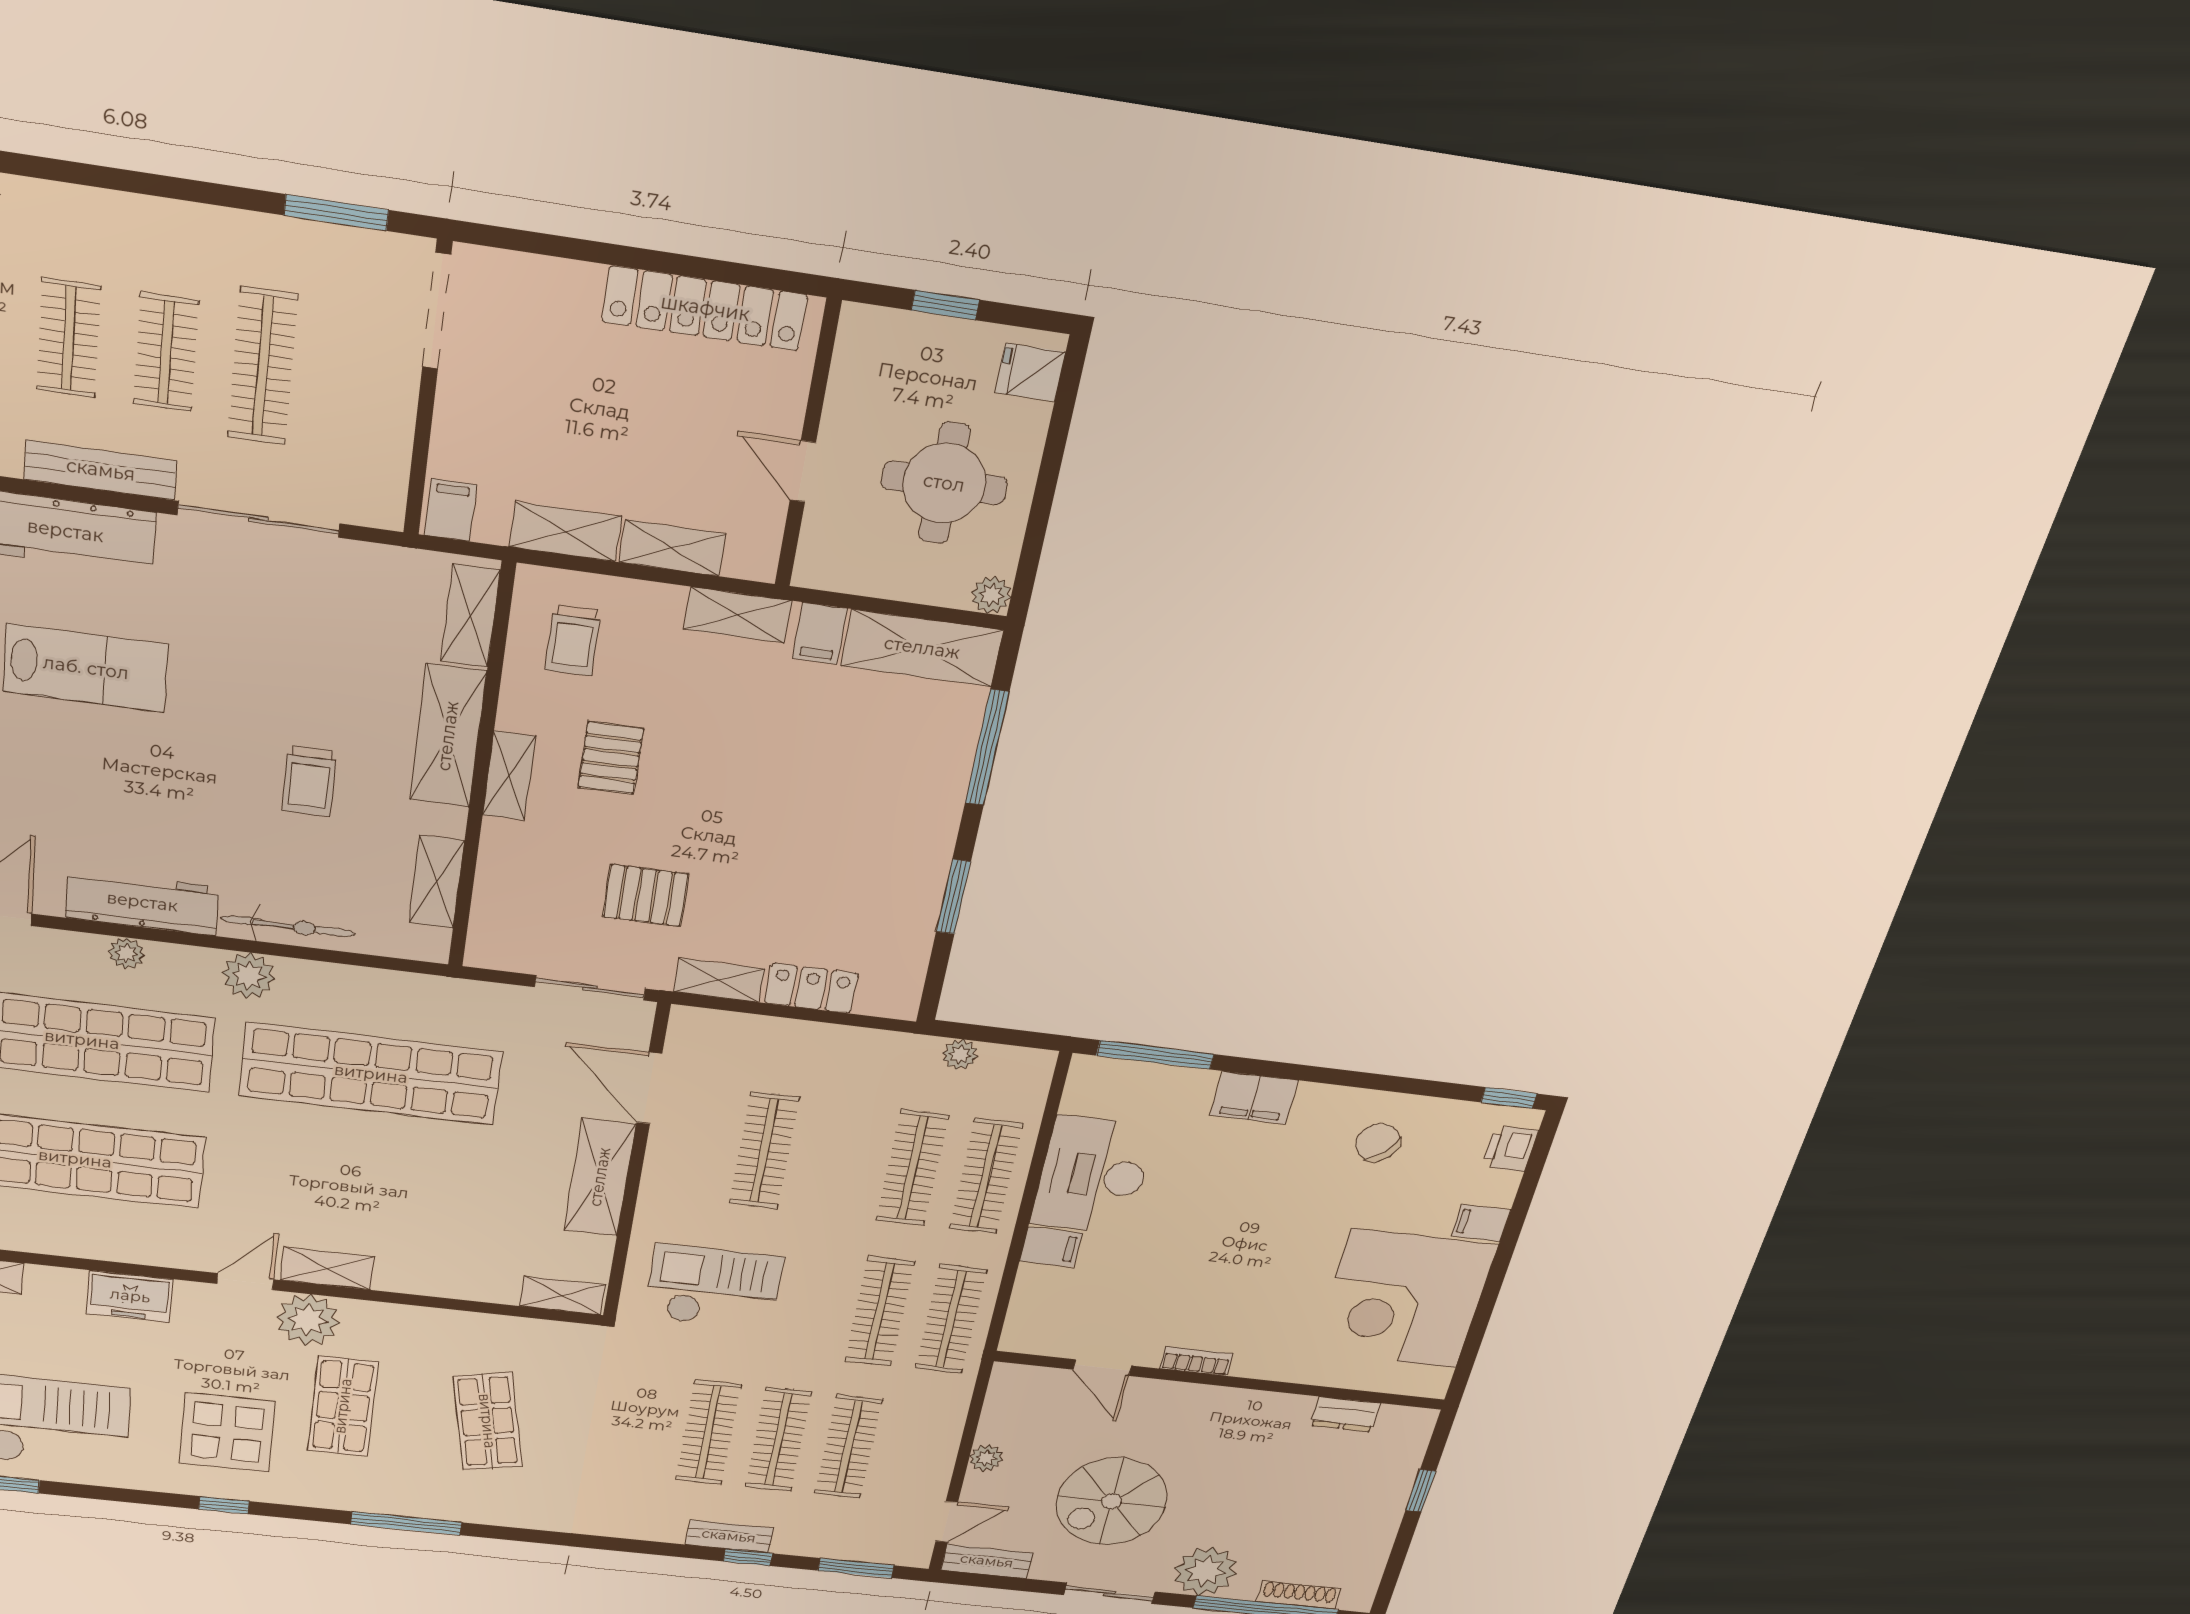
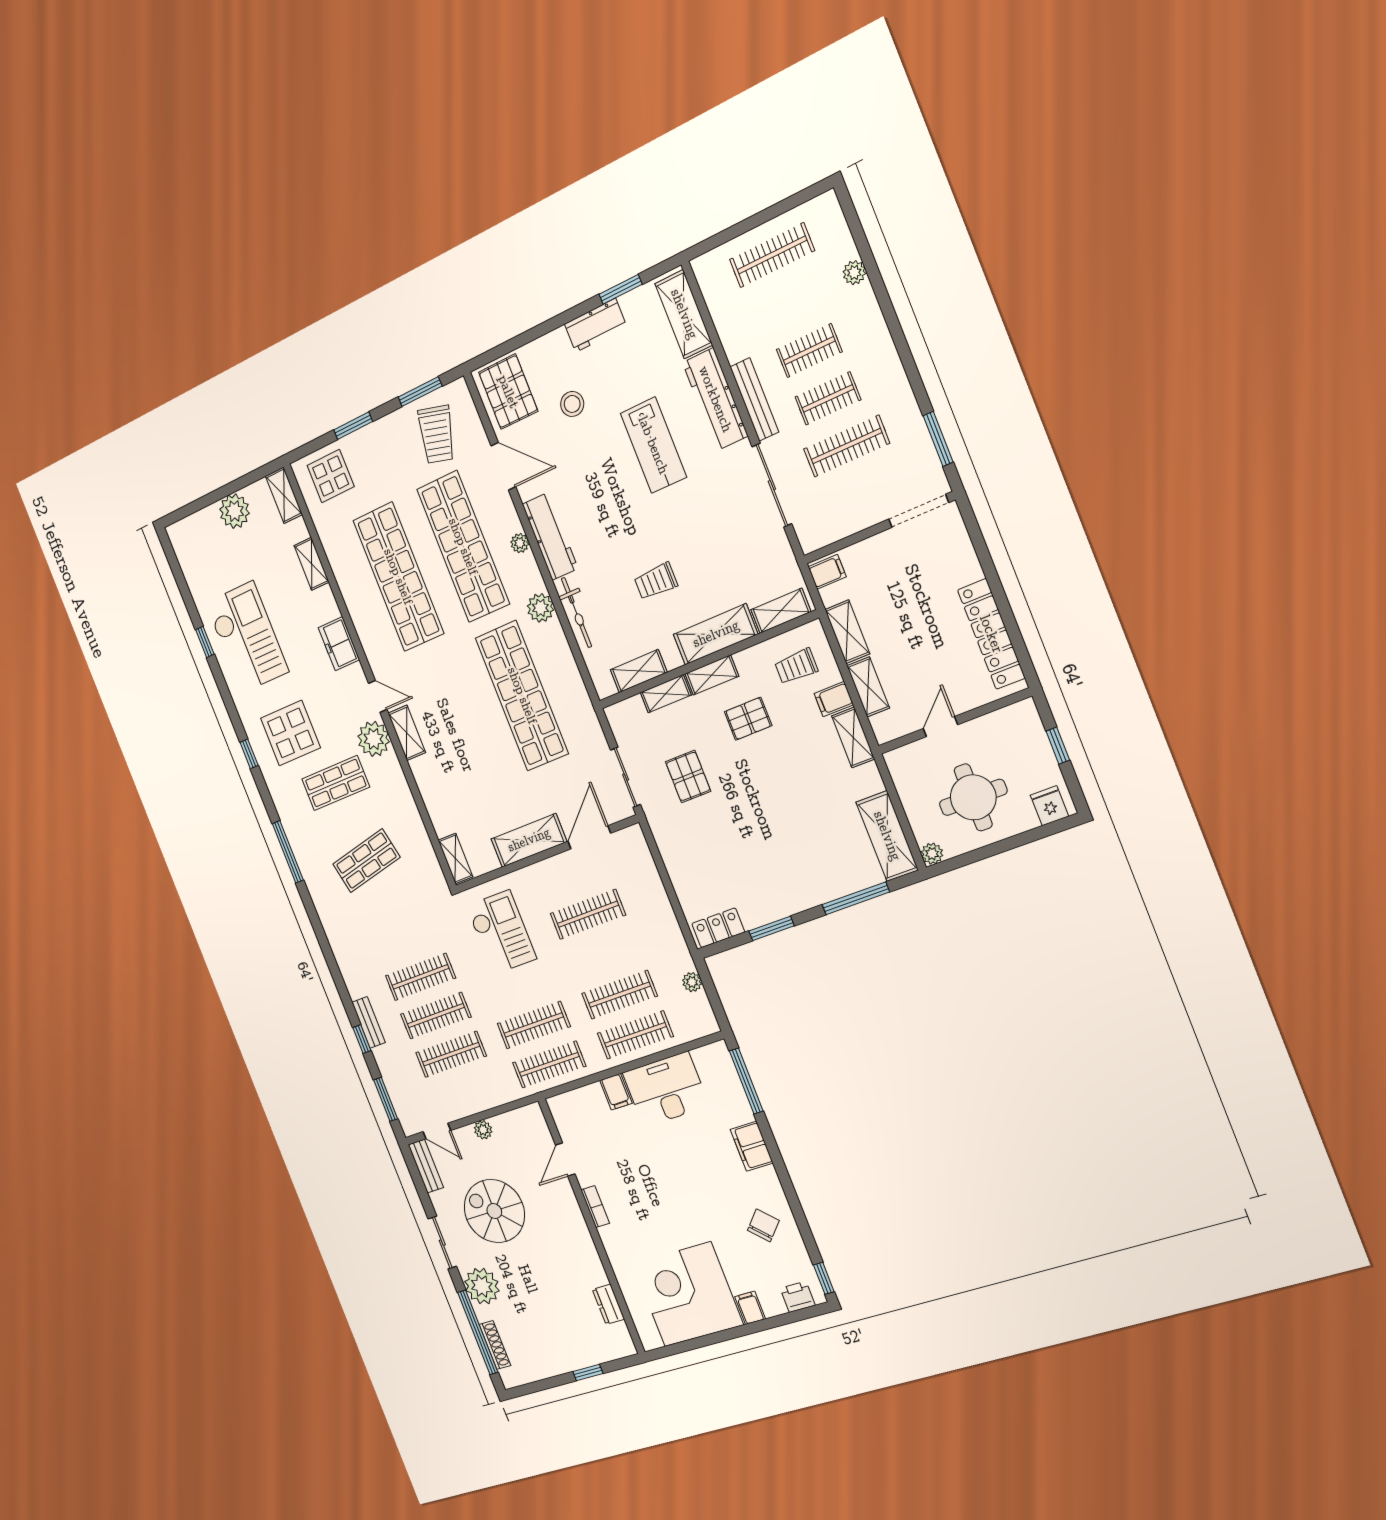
filing cabinet: (820, 633) -> (834, 699), moved
shelving: (719, 980) -> (666, 694), moved, turned 90
locker: (811, 988) -> (718, 928), moved, turned -90

